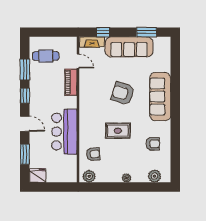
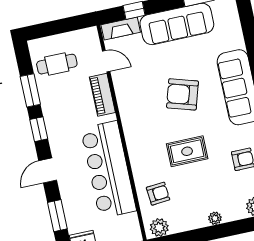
door: (25, 124) -> (48, 171), swing flipped
bar counter: (64, 132) -> (108, 170), width x1.36

